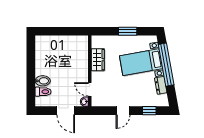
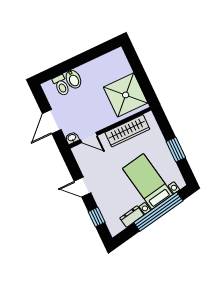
shower: (72, 49) -> (126, 95), added
wardrobe: (98, 60) -> (127, 131), width x1.50
door: (90, 89) -> (89, 138), swing flipped

